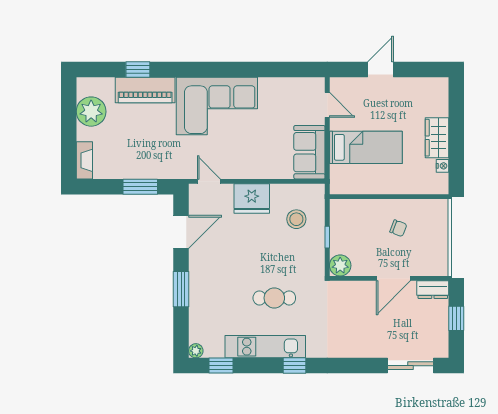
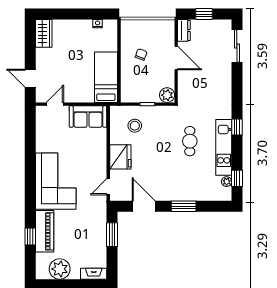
door: (380, 69) -> (30, 78), moved
wardrobe: (437, 138) -> (44, 33), moved, turned -90
bed: (366, 147) -> (106, 77), moved
plant: (196, 351) -> (227, 182), moved

